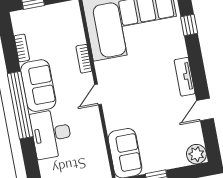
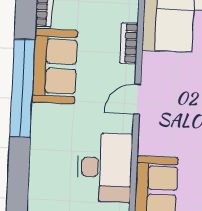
desk: (51, 134) -> (105, 168), moved, turned 180

